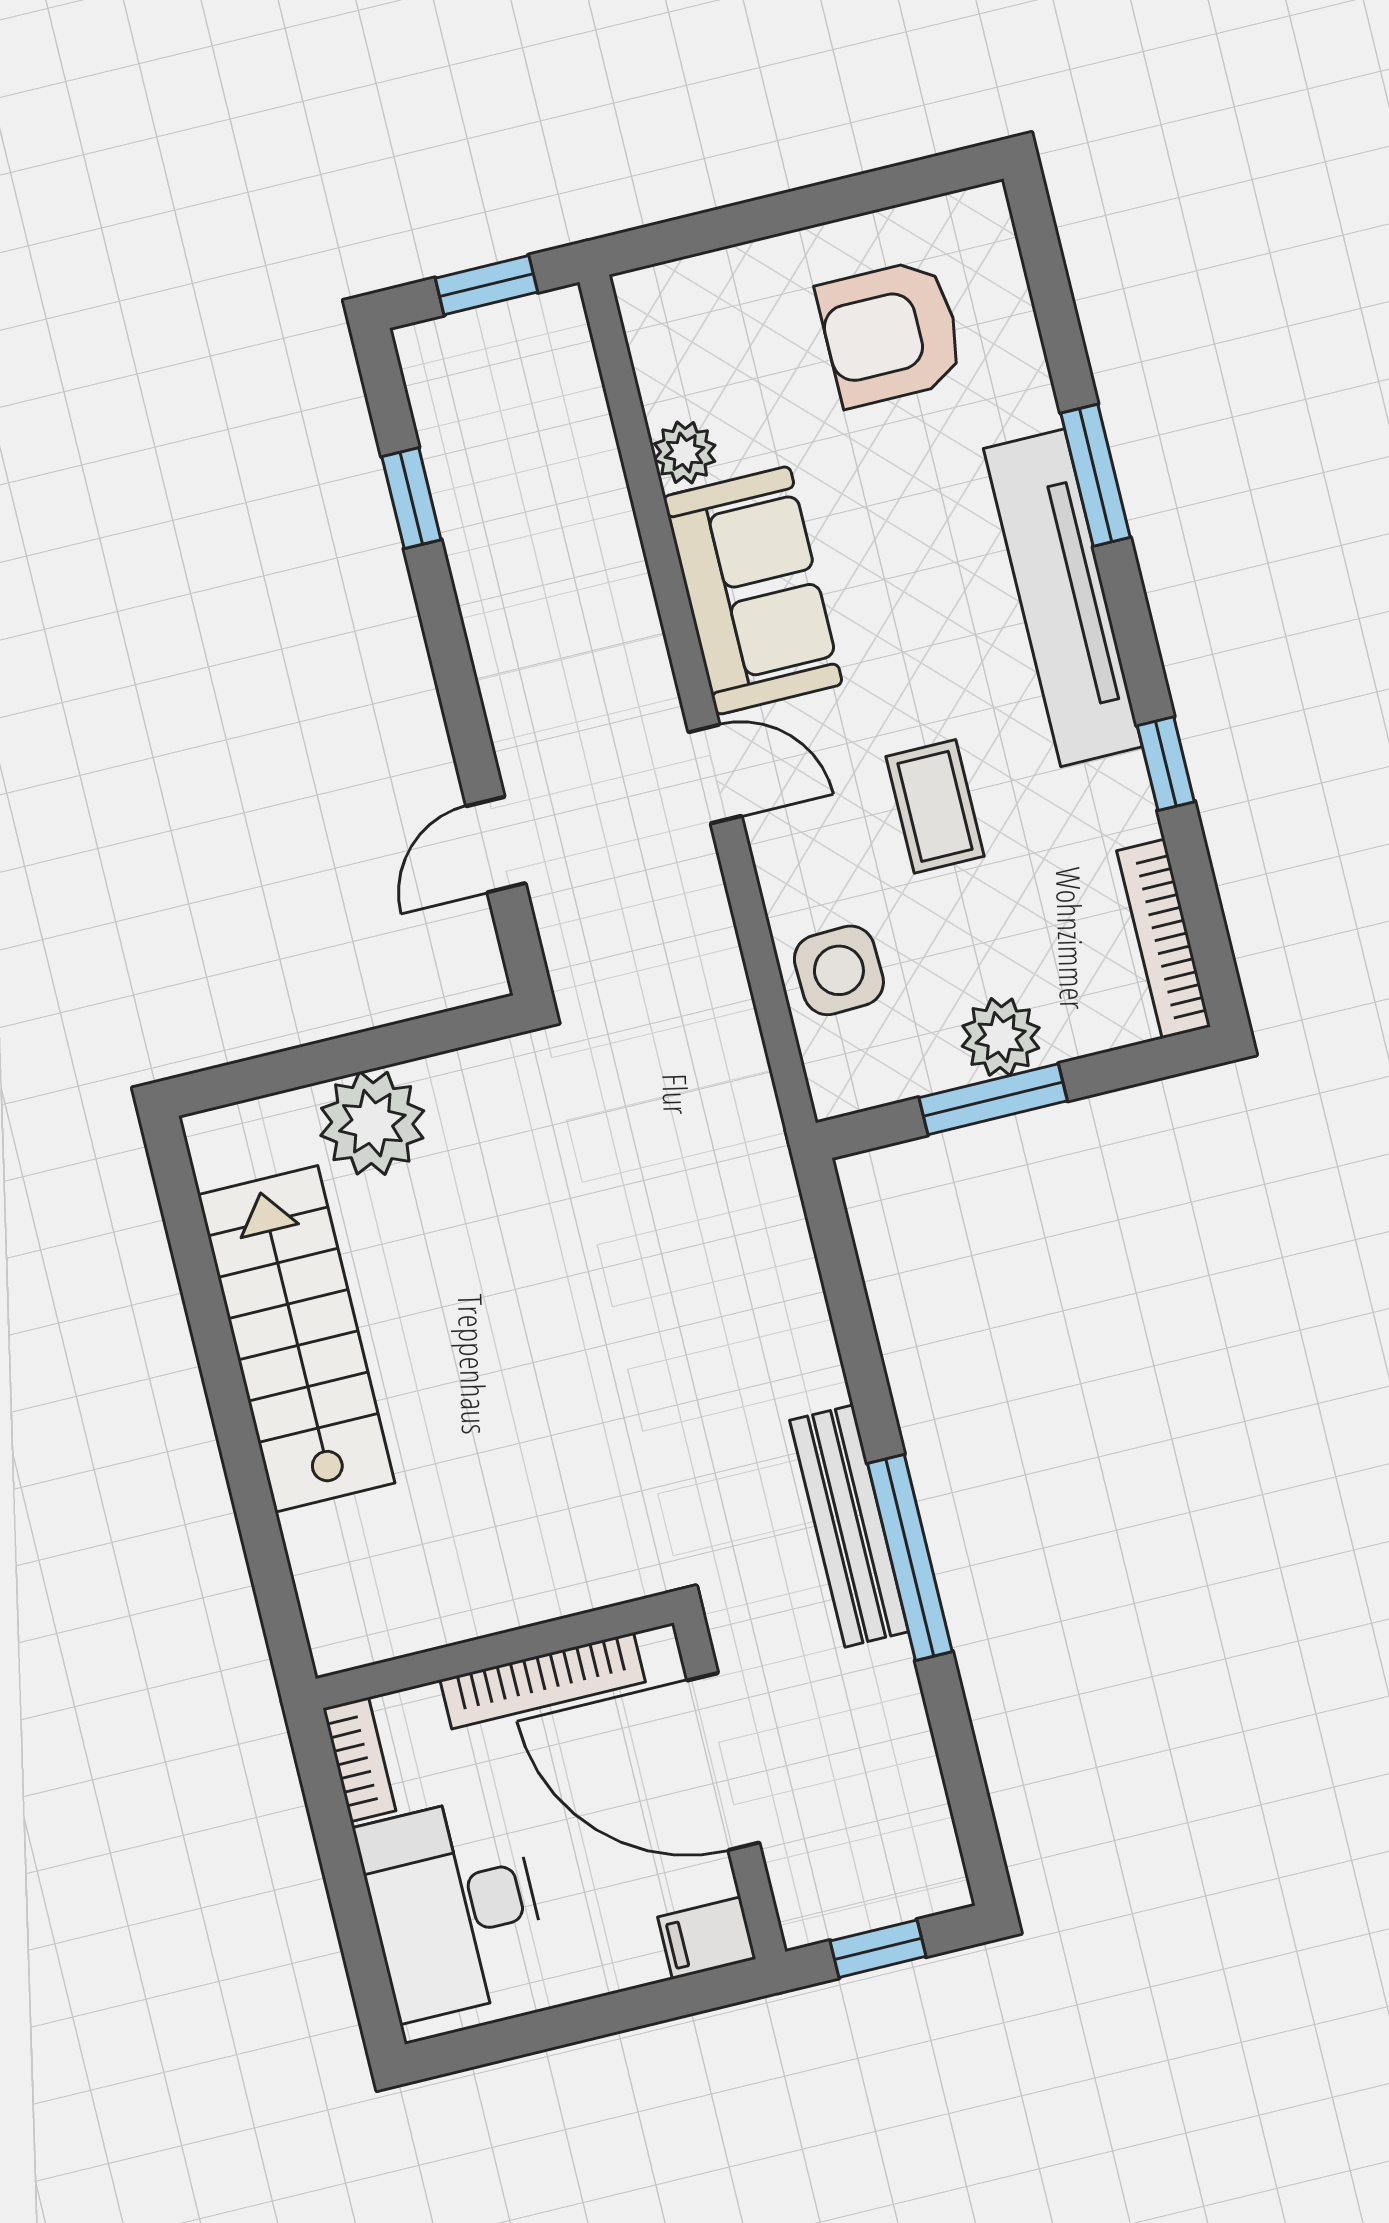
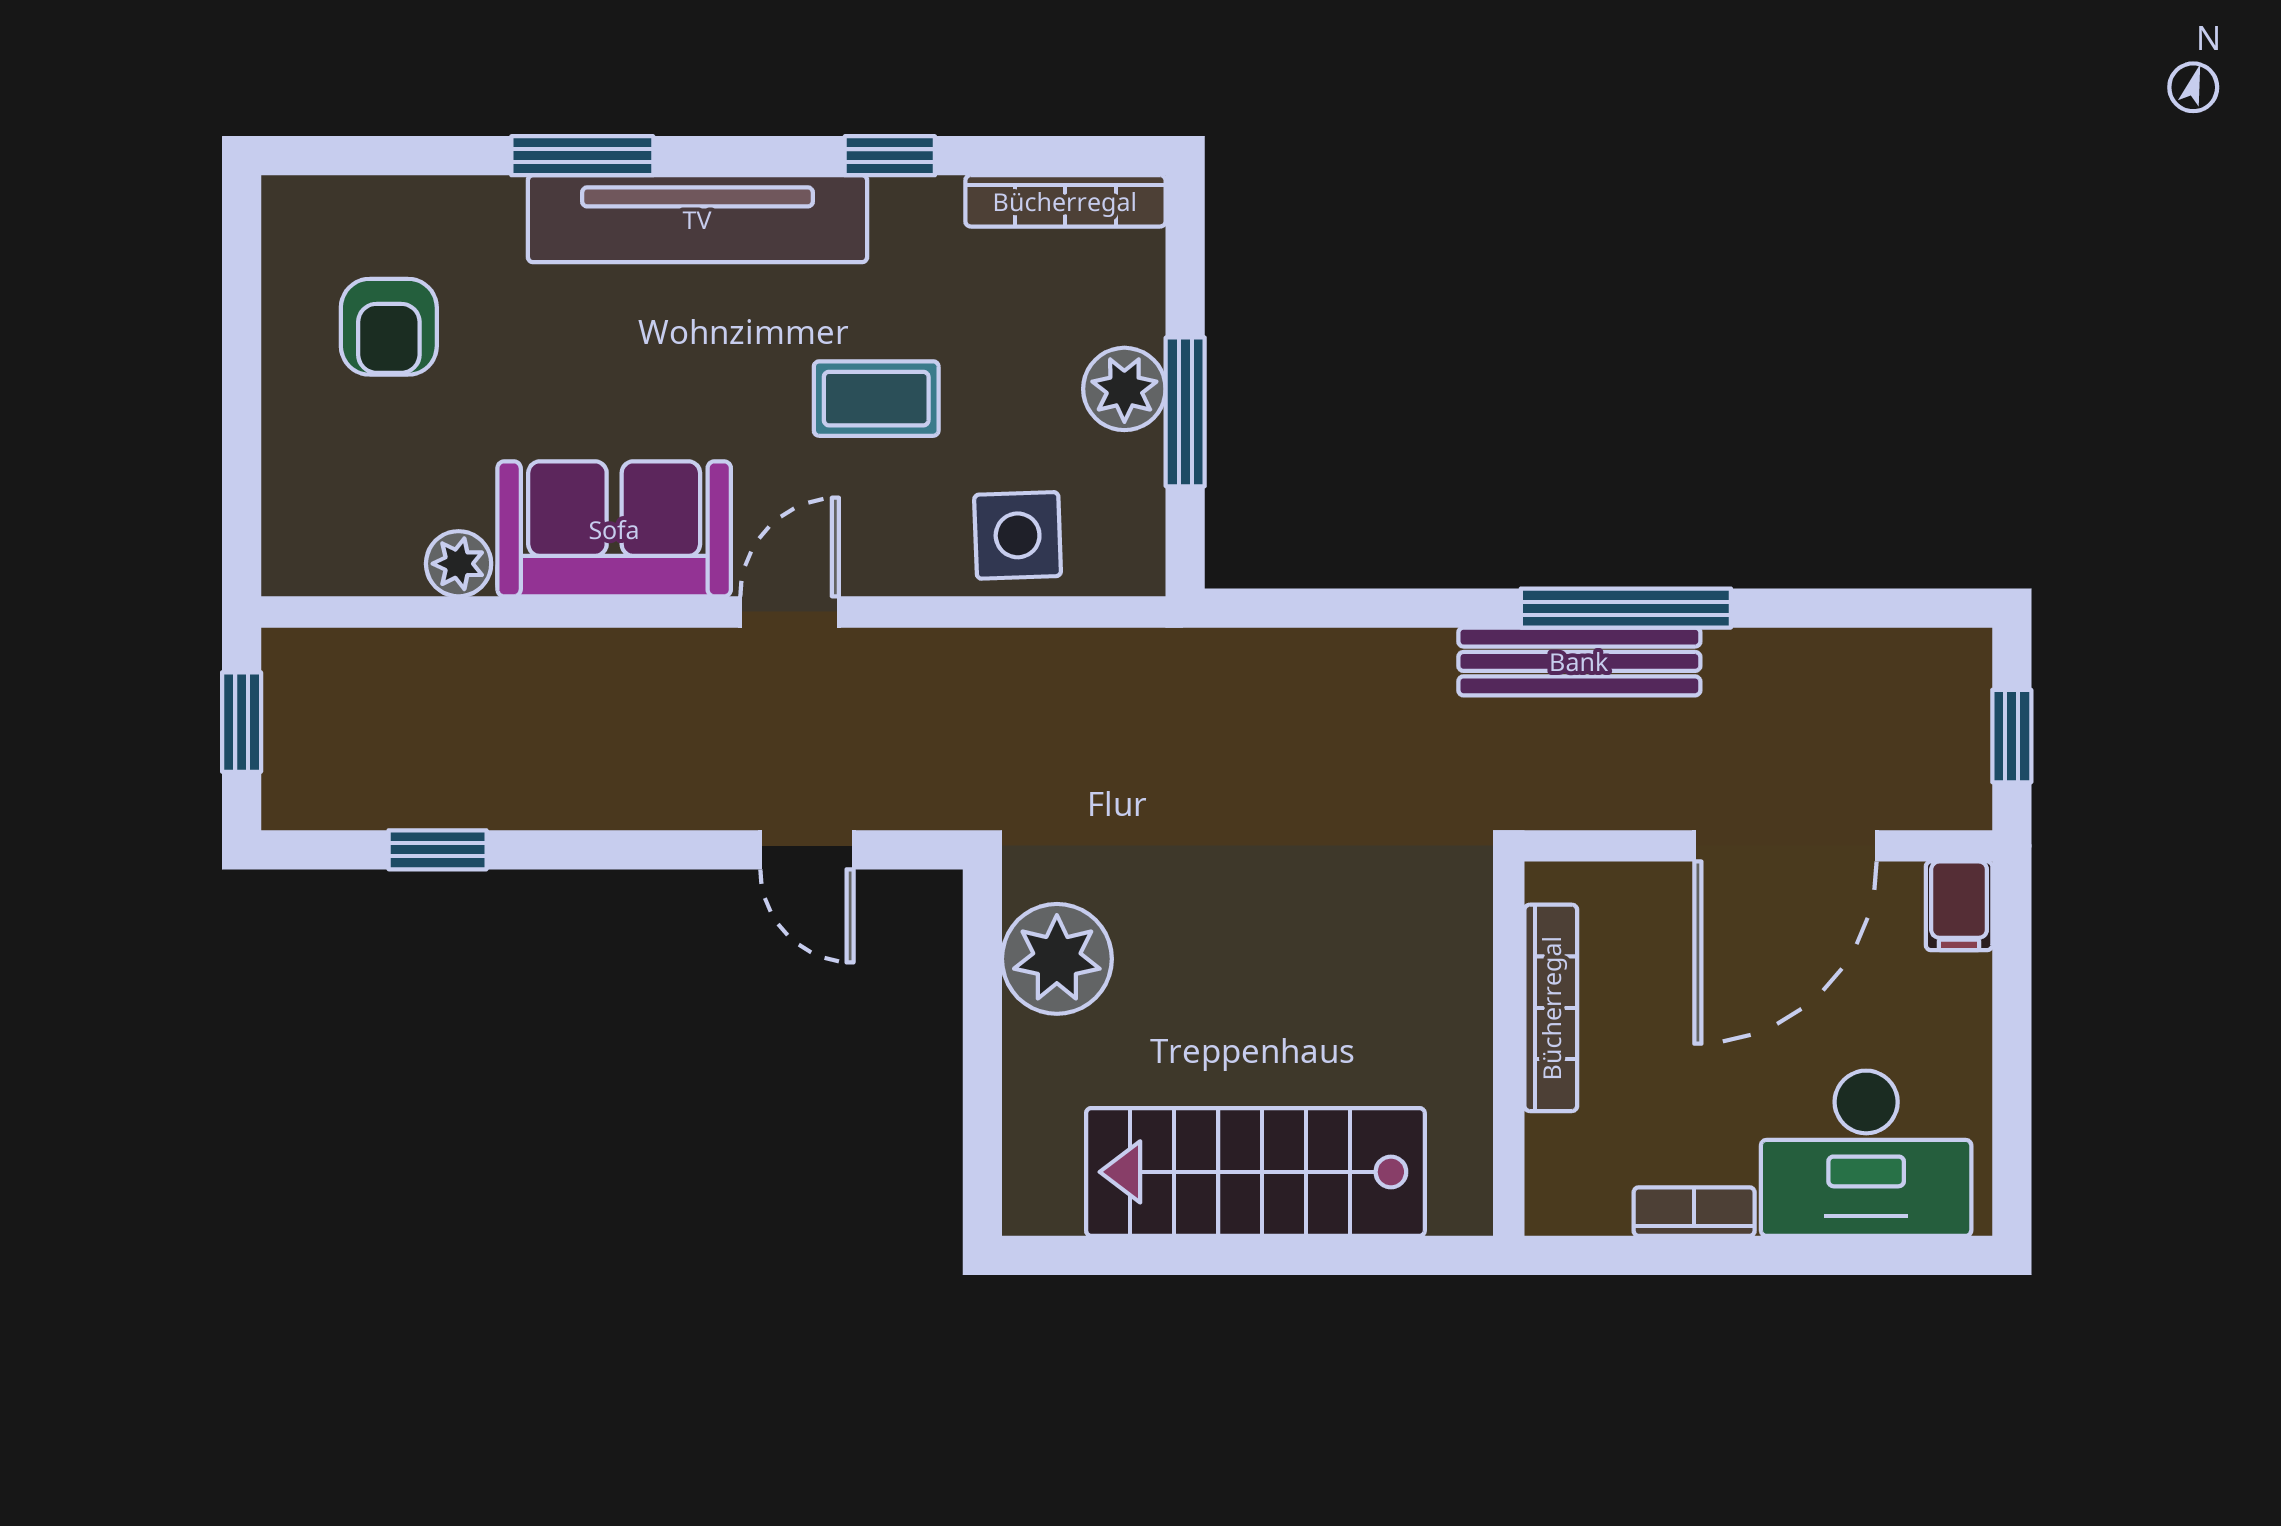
armchair: (891, 333) -> (389, 327), width x0.72, depth x0.72
plant: (372, 1123) -> (1057, 959), moved
wall: (495, 1651) -> (1509, 1049), moved
bookcase: (543, 1681) -> (1551, 1008), moved

